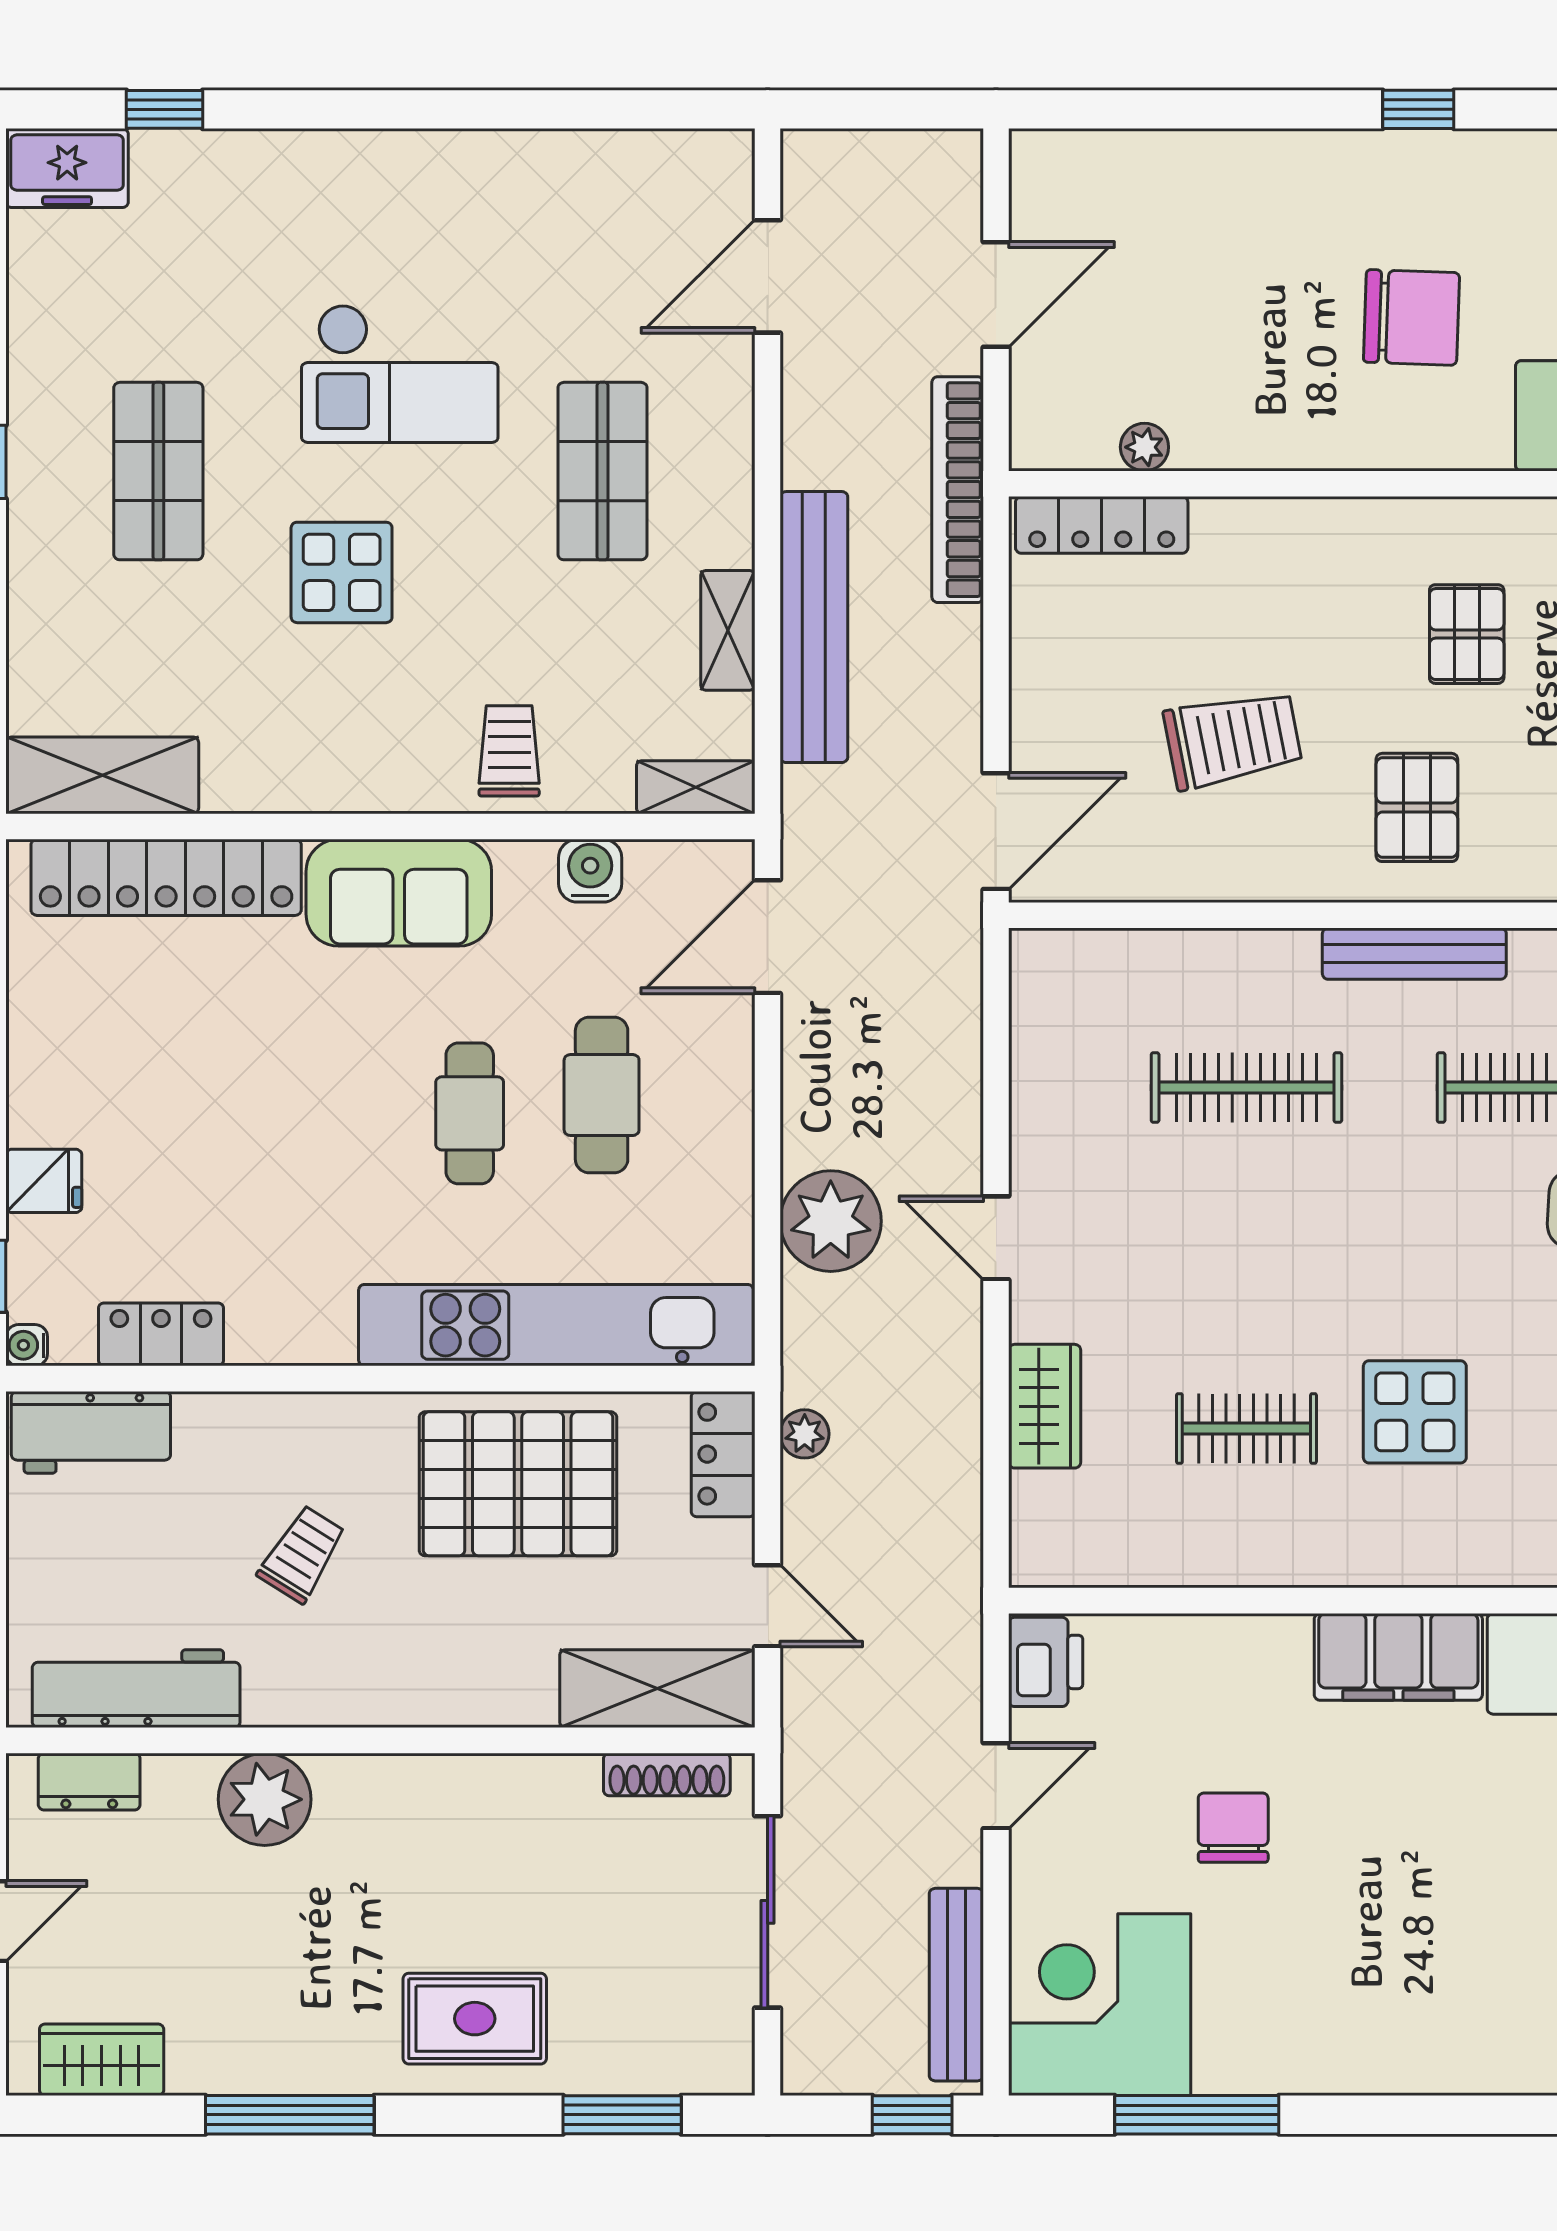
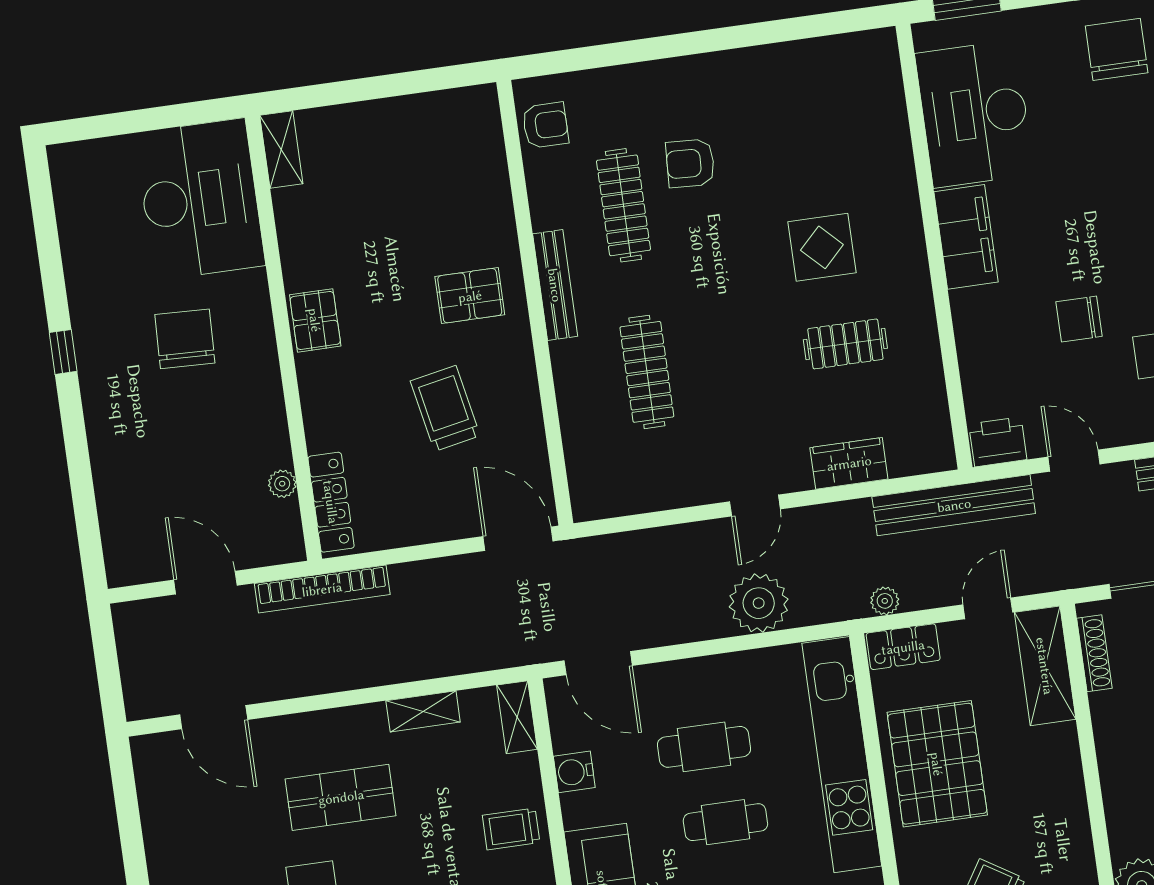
bench: (814, 627) -> (954, 505), moved
pallet: (1467, 634) -> (315, 320), moved, turned 90
clothes rail: (1246, 1428) -> (845, 344), turned 90

